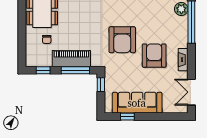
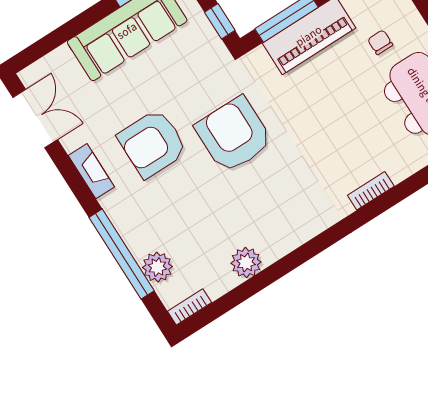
armchair: (154, 56) -> (152, 143), turned 90

